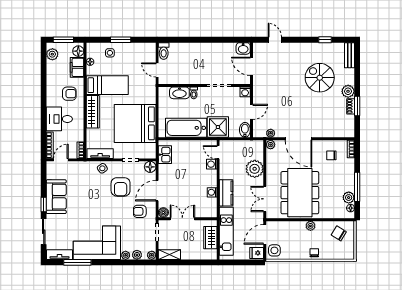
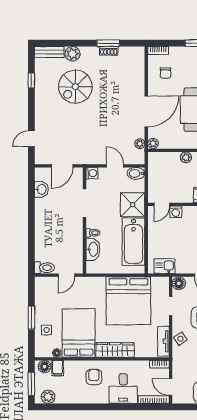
washbasin: (243, 48) -> (41, 189), moved
filing cabinet: (77, 67) -> (58, 368), width x0.50
bed: (107, 85) -> (79, 333), width x1.50
plant: (348, 91) -> (72, 54), moved
plant: (255, 169) -> (186, 157), width x0.53, depth x0.53

